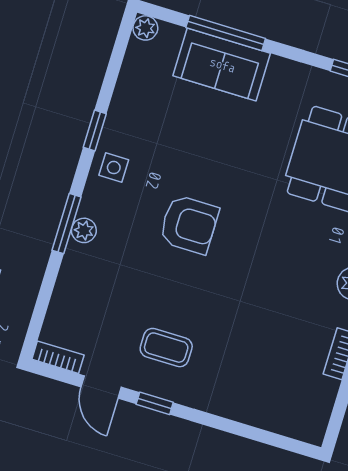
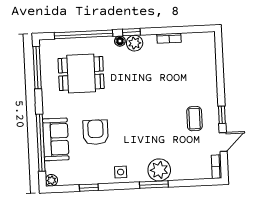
window: (226, 33) -> (41, 143), width x1.46
window: (95, 130) -> (89, 188), moved
armchair: (189, 224) -> (96, 132), moved
plant: (84, 230) -> (159, 170), width x1.87, depth x1.87

